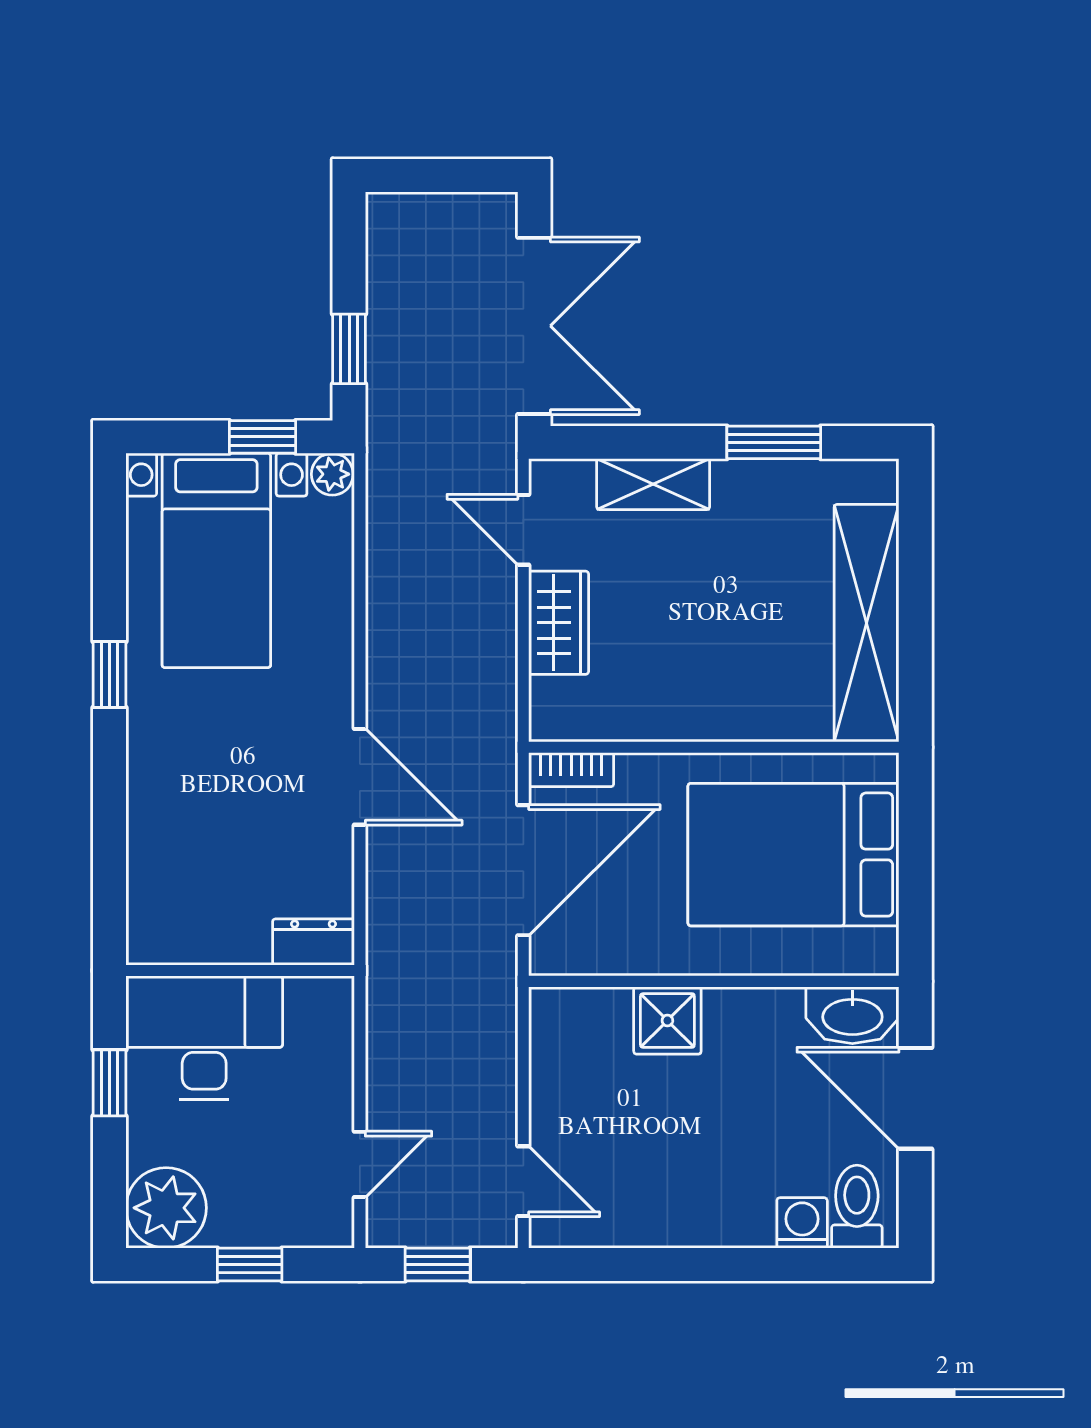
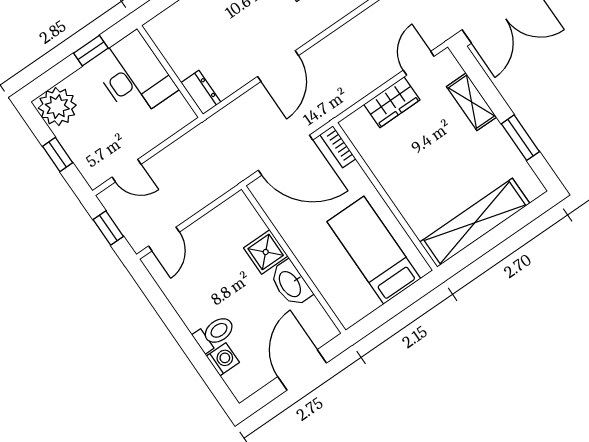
bed: (793, 855) -> (374, 250), width x0.67
washbasin: (852, 1015) -> (291, 284), moved
toilet: (857, 1207) -> (214, 333), moved

